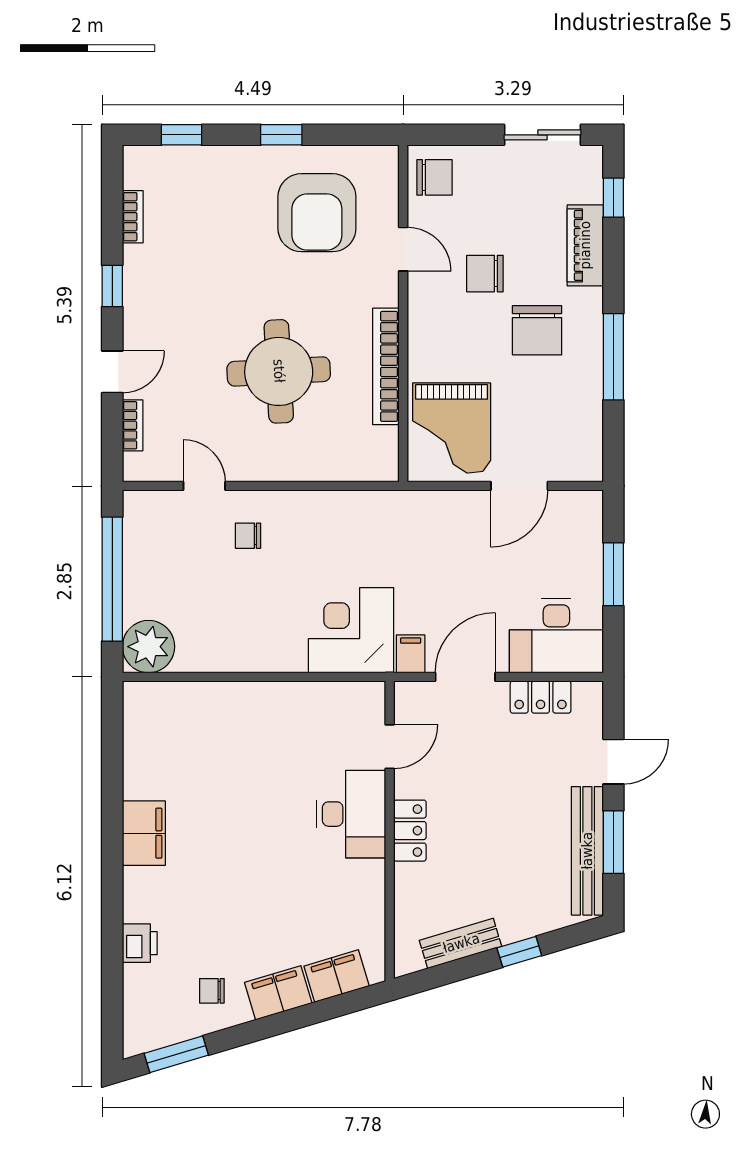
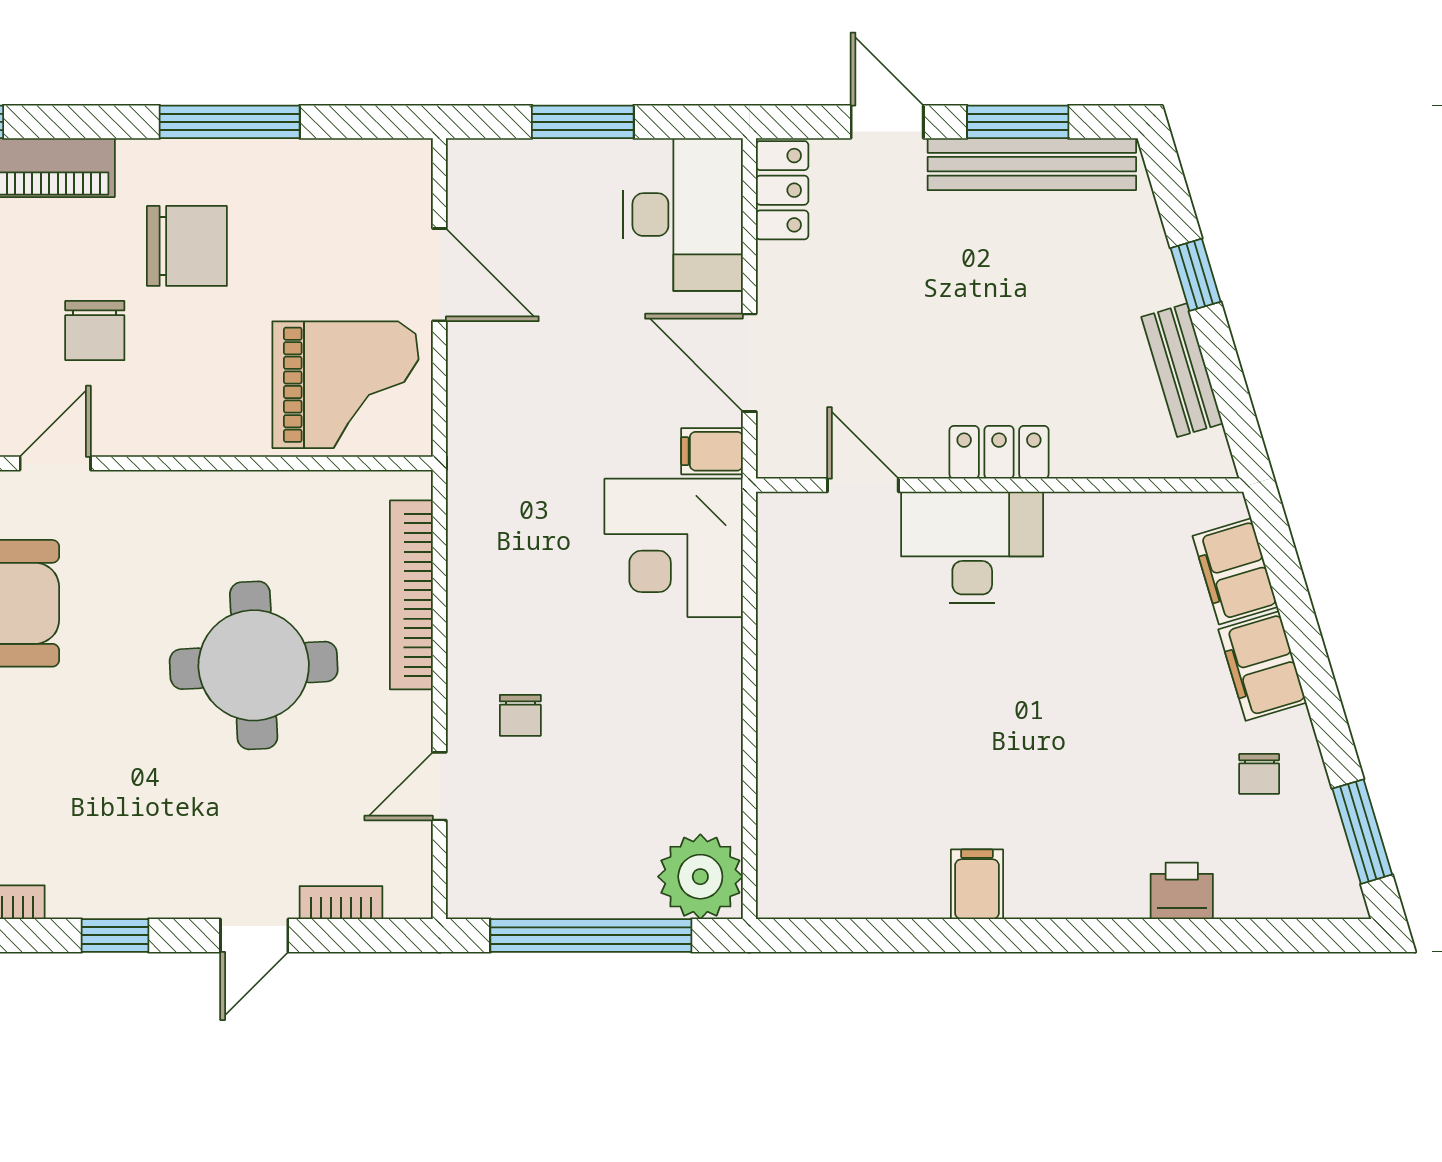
bookcase: (386, 366) -> (411, 595), moved, turned 90
door: (112, 372) -> (254, 935), swing flipped
locker: (541, 697) -> (782, 190), moved
filing cabinet: (144, 833) -> (977, 884), width x0.50

